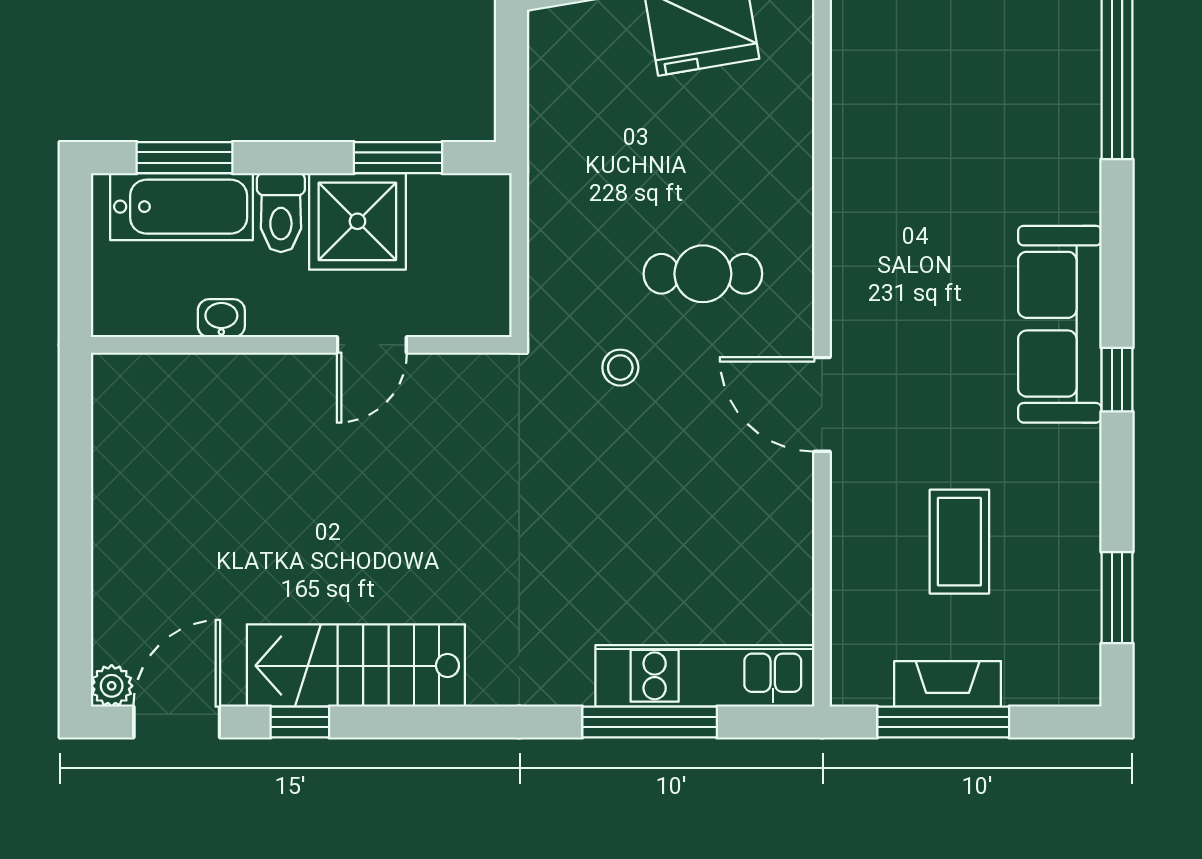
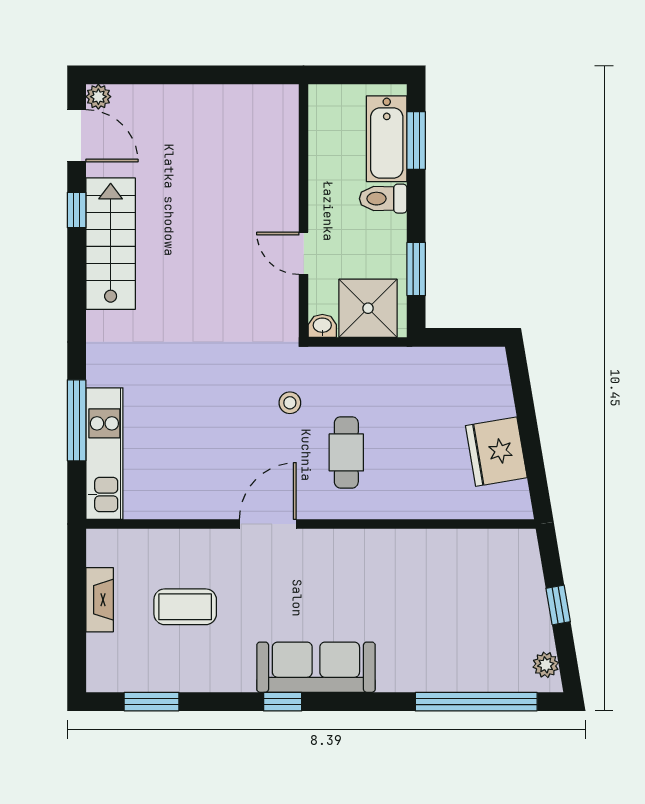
shower: (357, 221) -> (368, 308), moved
washbasin: (221, 318) -> (322, 326), moved, turned -90
window: (943, 722) -> (77, 597), removed

